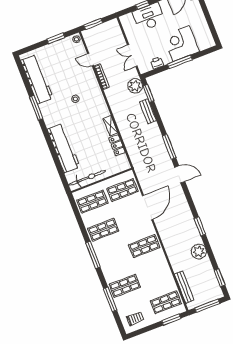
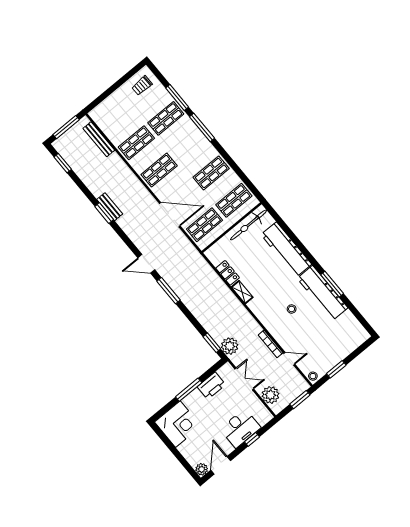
corner desk: (181, 44) -> (178, 424), moved
printer: (157, 63) -> (211, 386), width x1.87, depth x1.48
workbench: (37, 79) -> (322, 293), moved
bench: (148, 111) -> (110, 207), moved
door: (148, 207) -> (170, 215), swing flipped
plant: (199, 251) -> (270, 395), moved
window: (93, 255) -> (202, 127), moved
shop shelf: (166, 302) -> (136, 143), moved
window: (171, 320) -> (101, 98), removed

